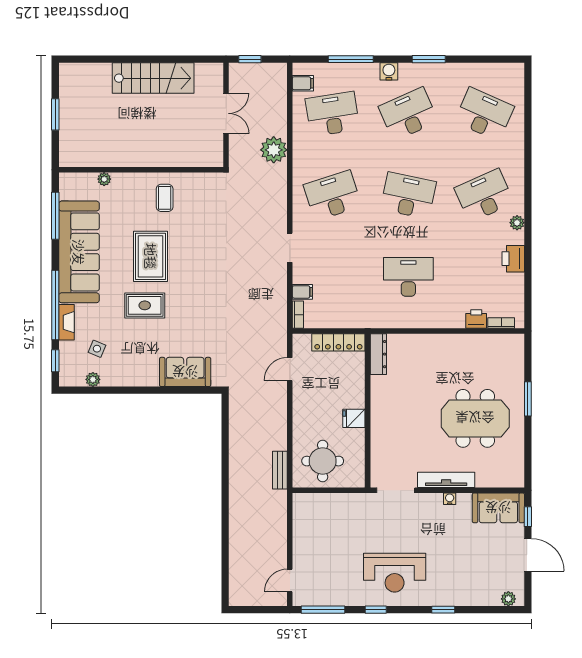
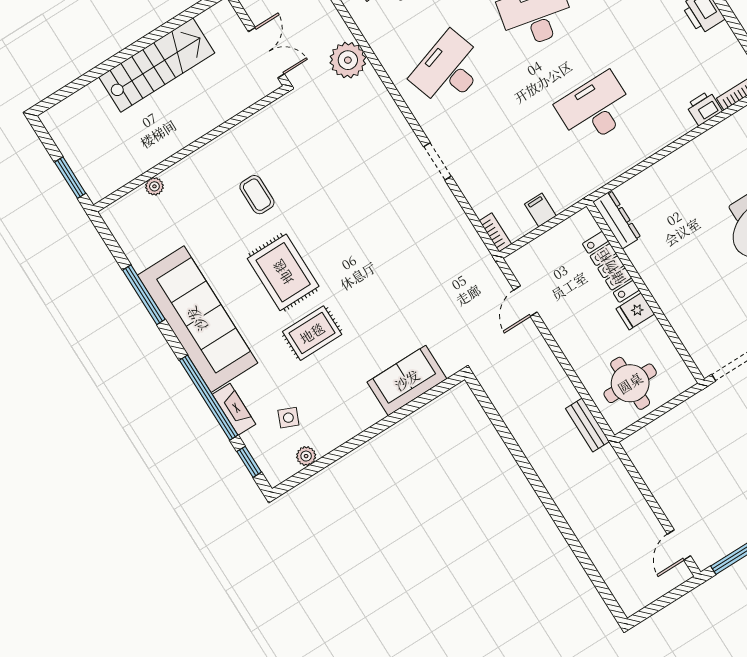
wall: (141, 170) -> (190, 149), moved
plant: (104, 179) -> (154, 186), moved
filing cabinet: (302, 292) -> (540, 210), moved, turned -90
locker: (338, 342) -> (611, 267), moved, turned 90

